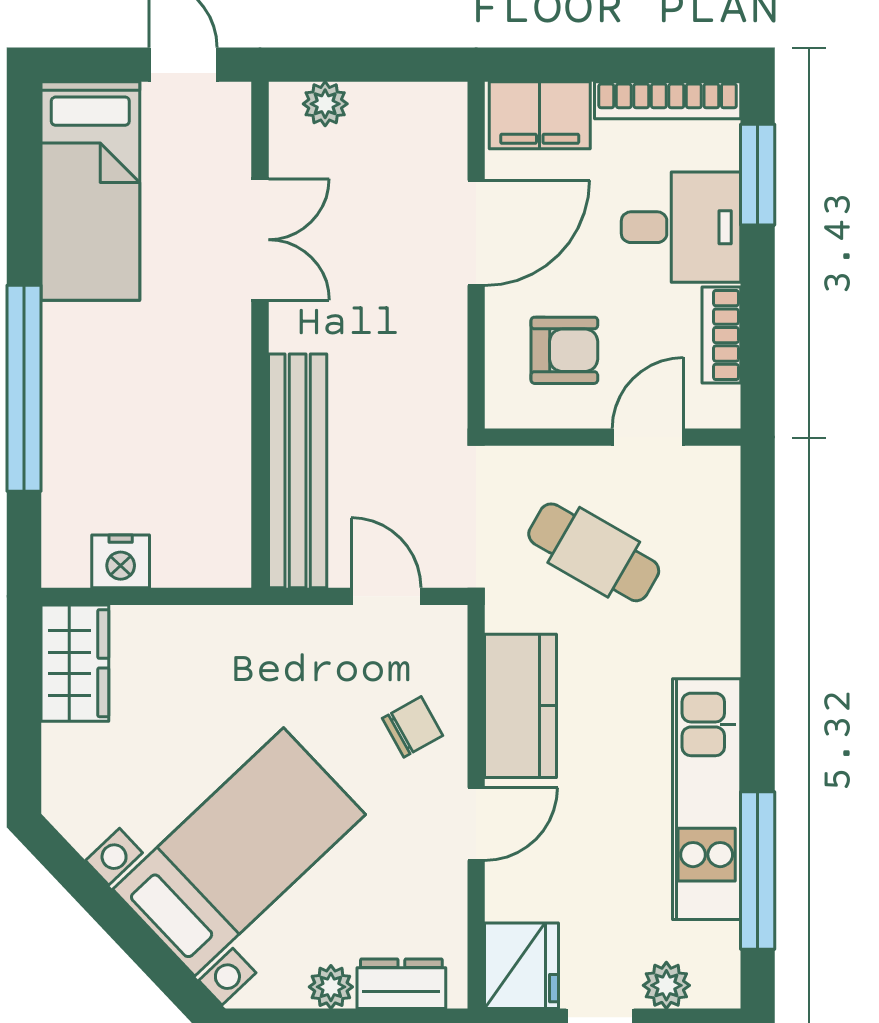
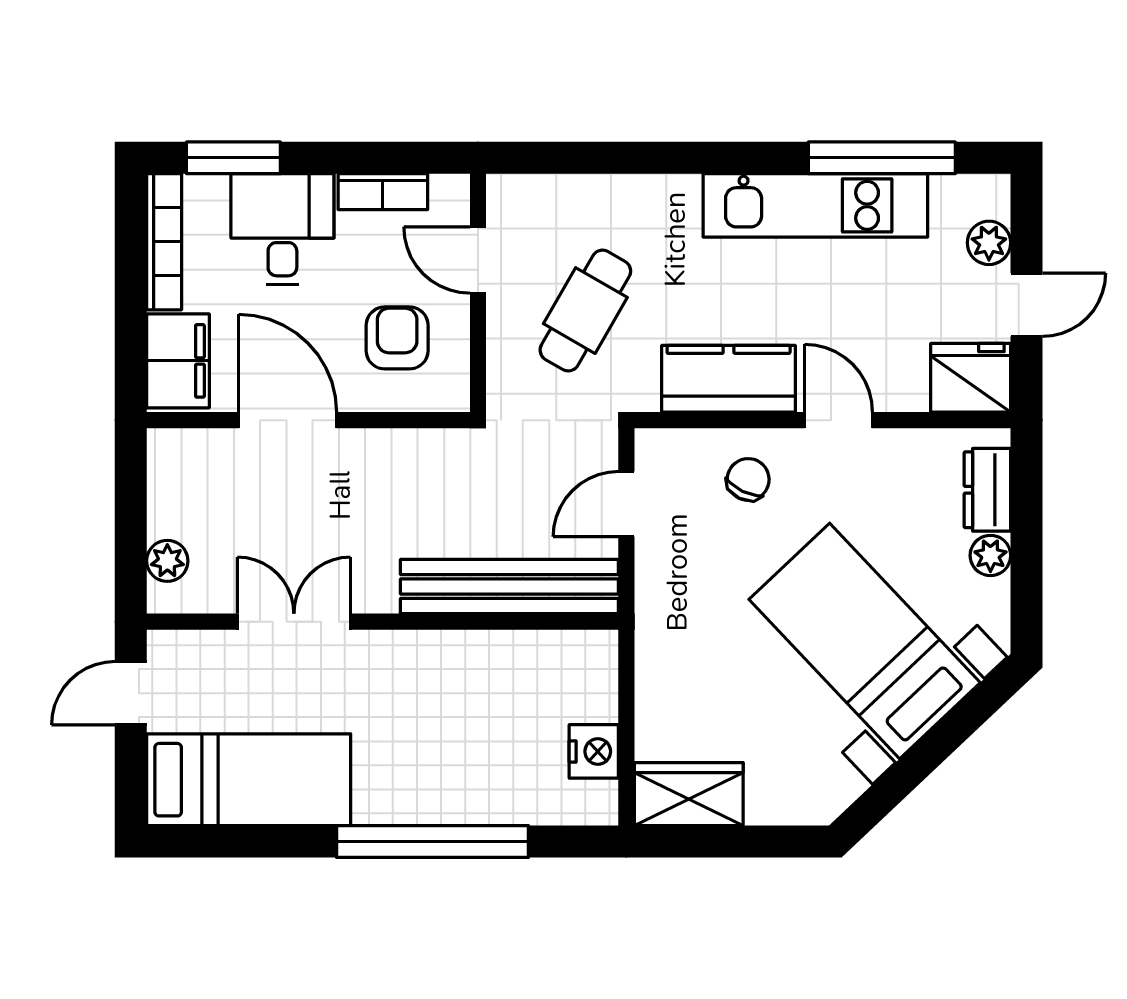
chair: (413, 727) -> (748, 479), turned 55

